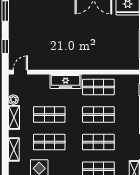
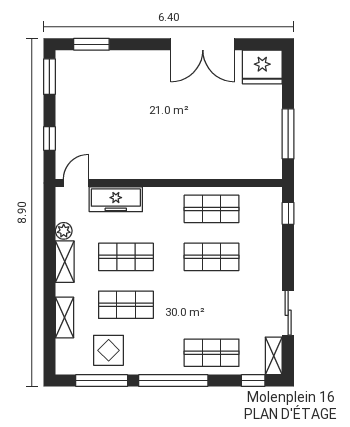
freezer: (66, 81) -> (116, 199), moved
shop shelf: (98, 142) -> (212, 305), removed

